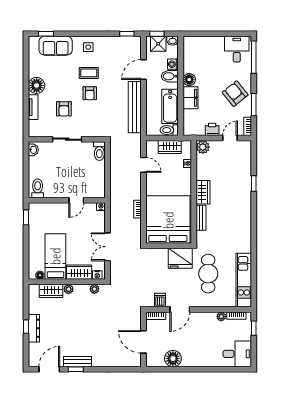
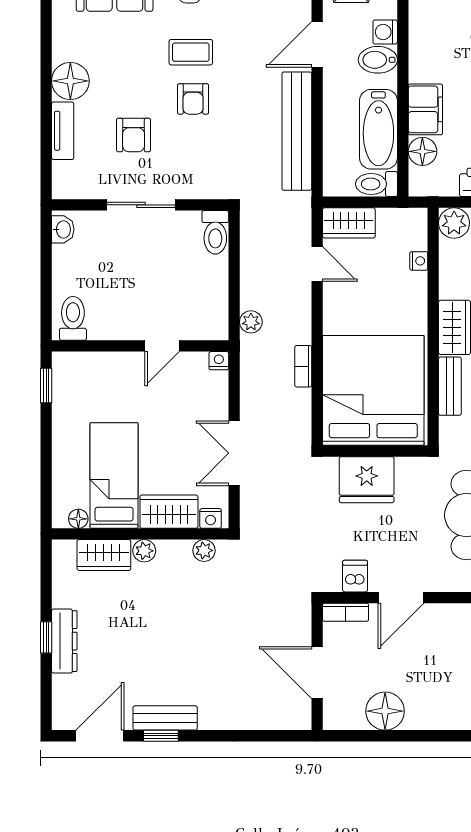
floor lamp: (189, 80) -> (422, 151), moved
wardrobe: (170, 147) -> (349, 223), moved
plant: (115, 190) -> (251, 322), added
fridge: (180, 258) -> (367, 480), moved

